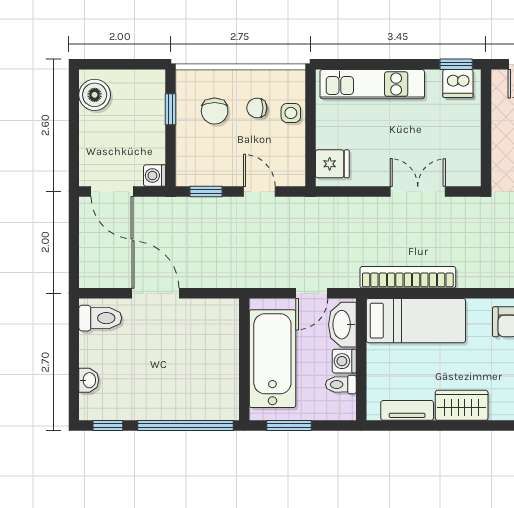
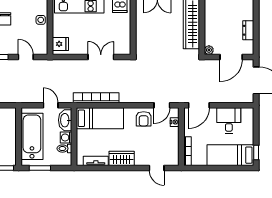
chair: (257, 108) -> (25, 17), removed
door: (312, 293) -> (51, 105), swing flipped

